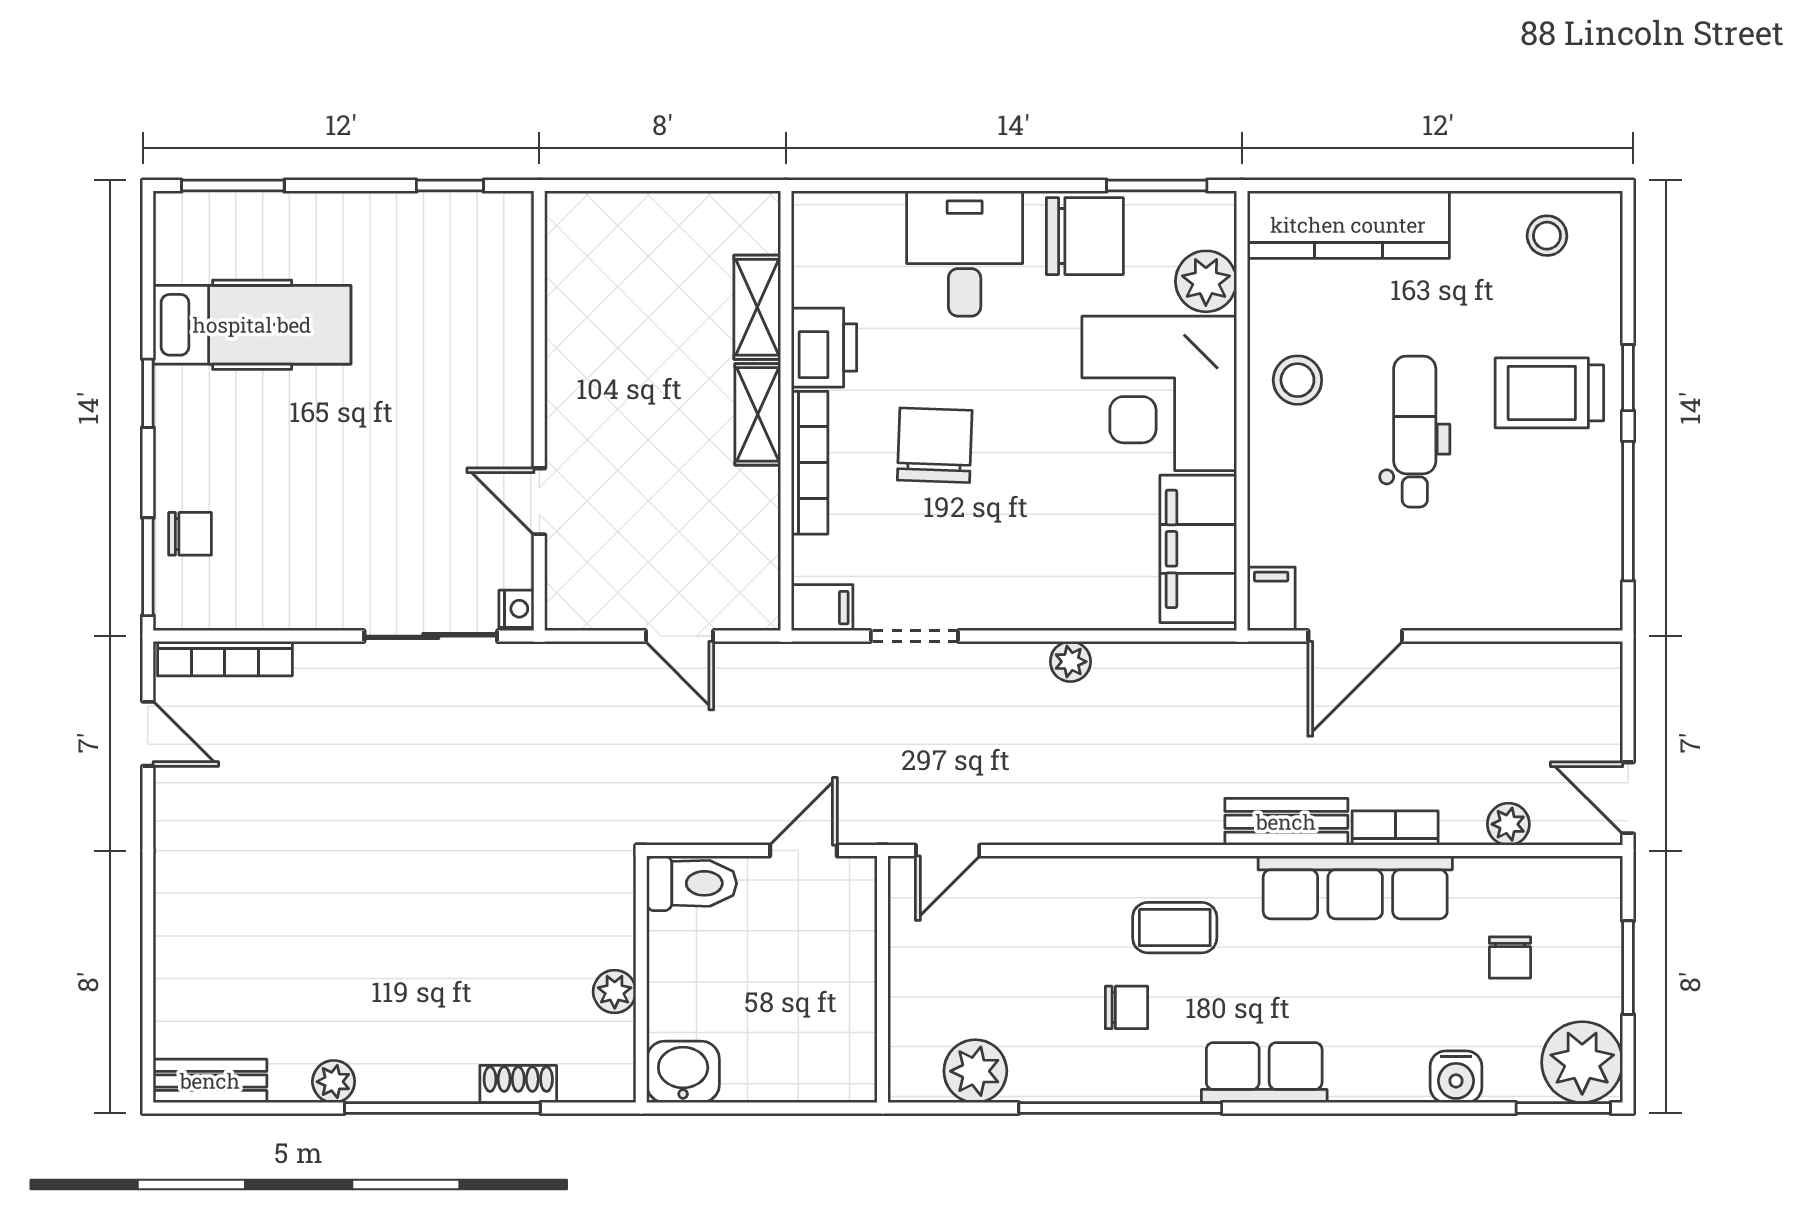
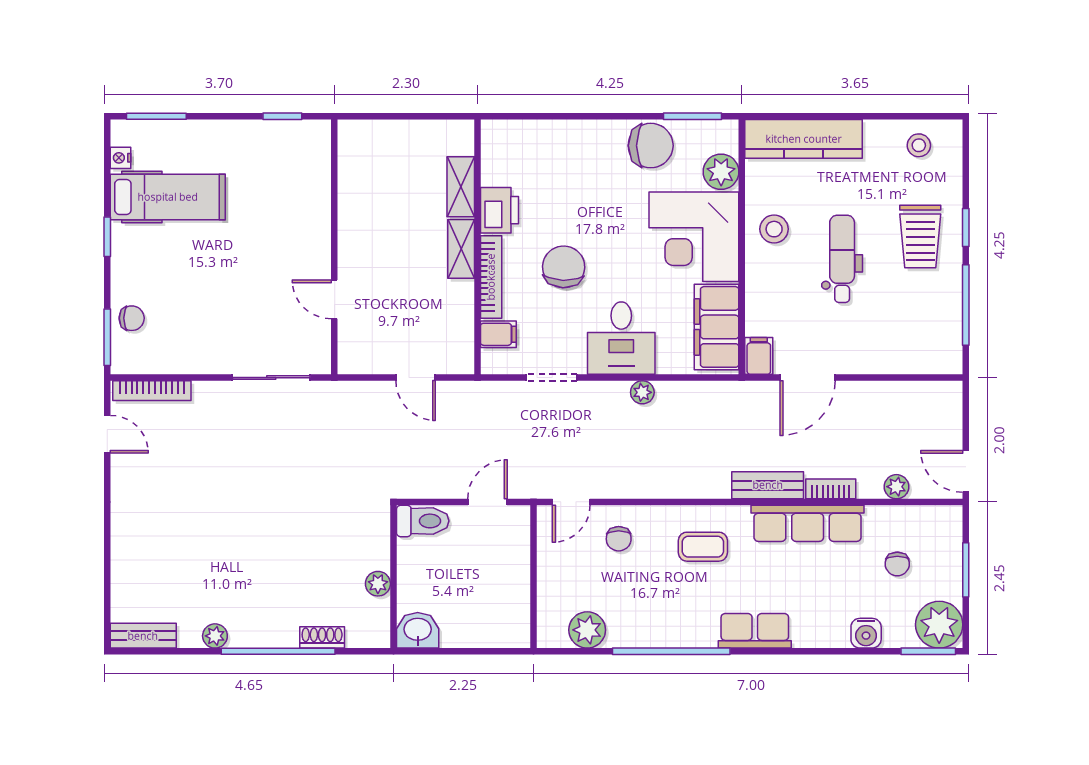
desk: (965, 254) -> (621, 338), moved, turned 180
trolley: (1549, 393) -> (920, 237), turned -90
filing cabinet: (822, 608) -> (498, 334), moved
nightstand: (516, 609) -> (120, 158), moved, turned 180
chair: (1126, 1007) -> (619, 539), moved, turned 90

